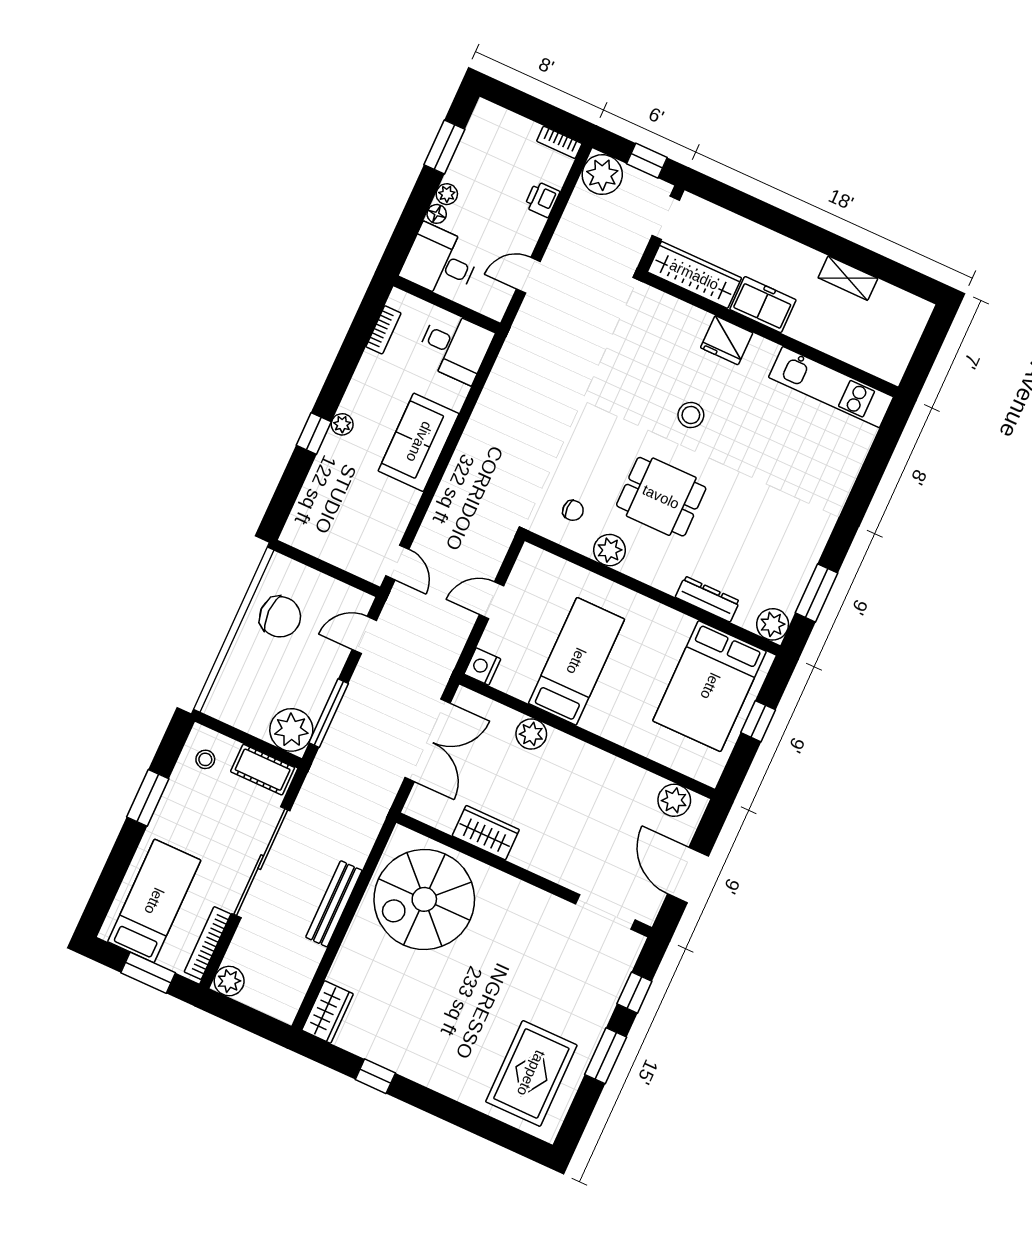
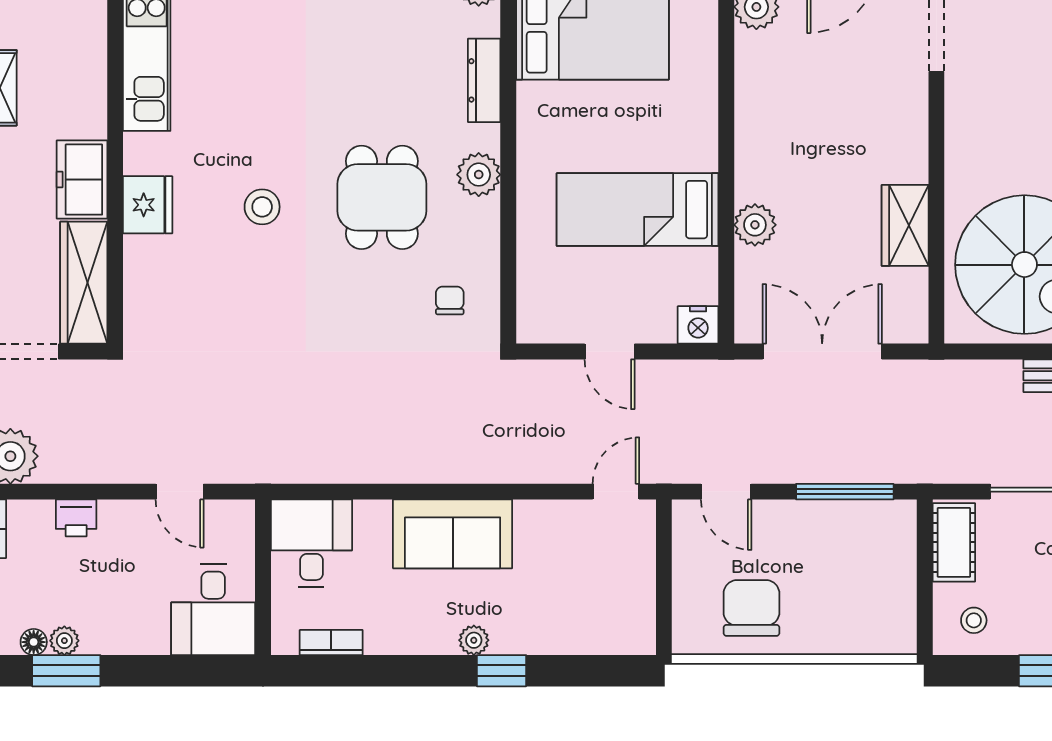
plant: (447, 194) -> (64, 641), moved
floor lamp: (437, 214) -> (34, 642), moved
plant: (609, 550) -> (479, 175), moved
plant: (291, 730) -> (887, 529), removed

